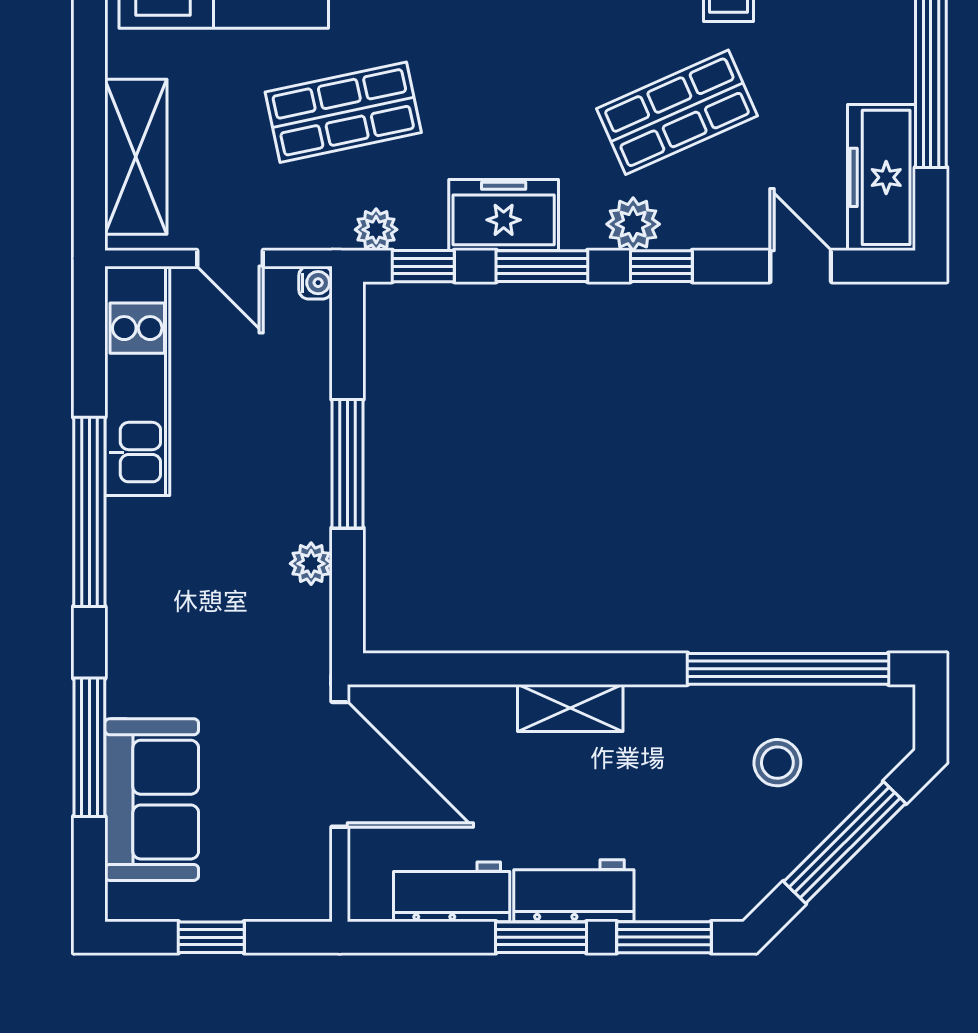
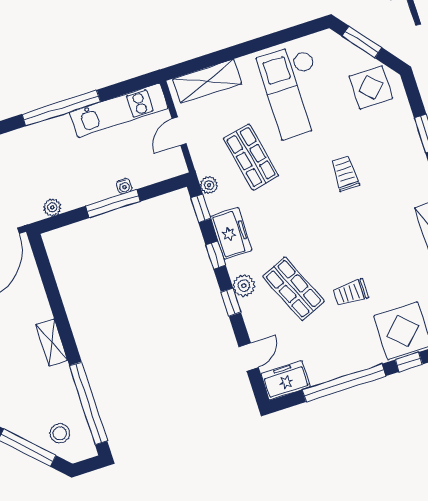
freezer: (881, 177) -> (286, 380), width x0.71
window: (542, 266) -> (216, 255), width x0.67
water cooler: (315, 283) -> (124, 186), moved
plant: (311, 564) -> (52, 207), moved
shelving: (570, 708) -> (52, 343), moved
stool: (777, 763) -> (60, 433), moved

